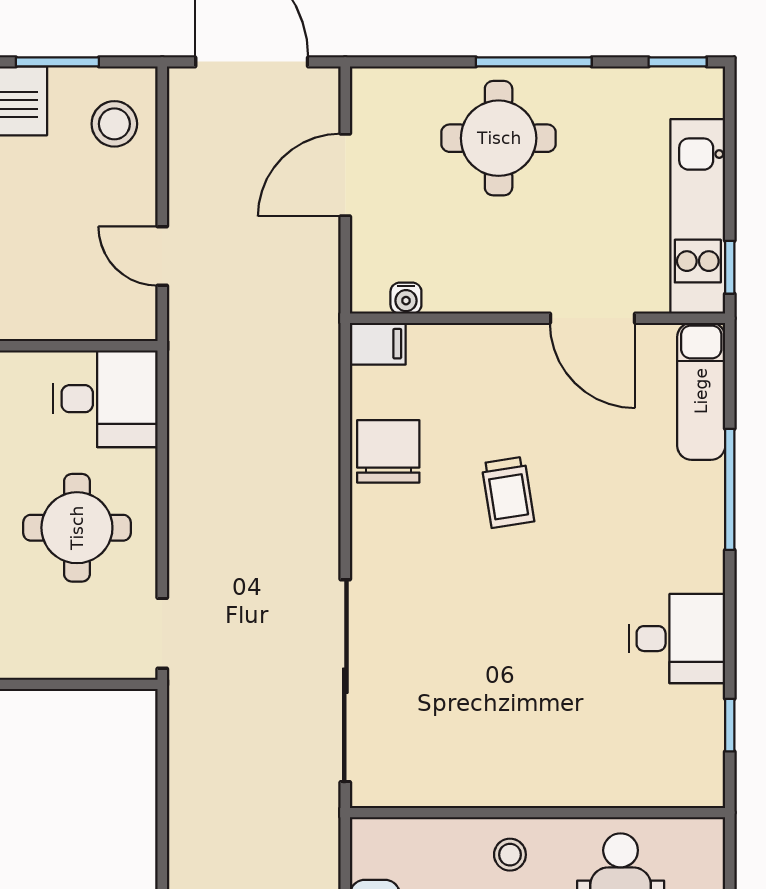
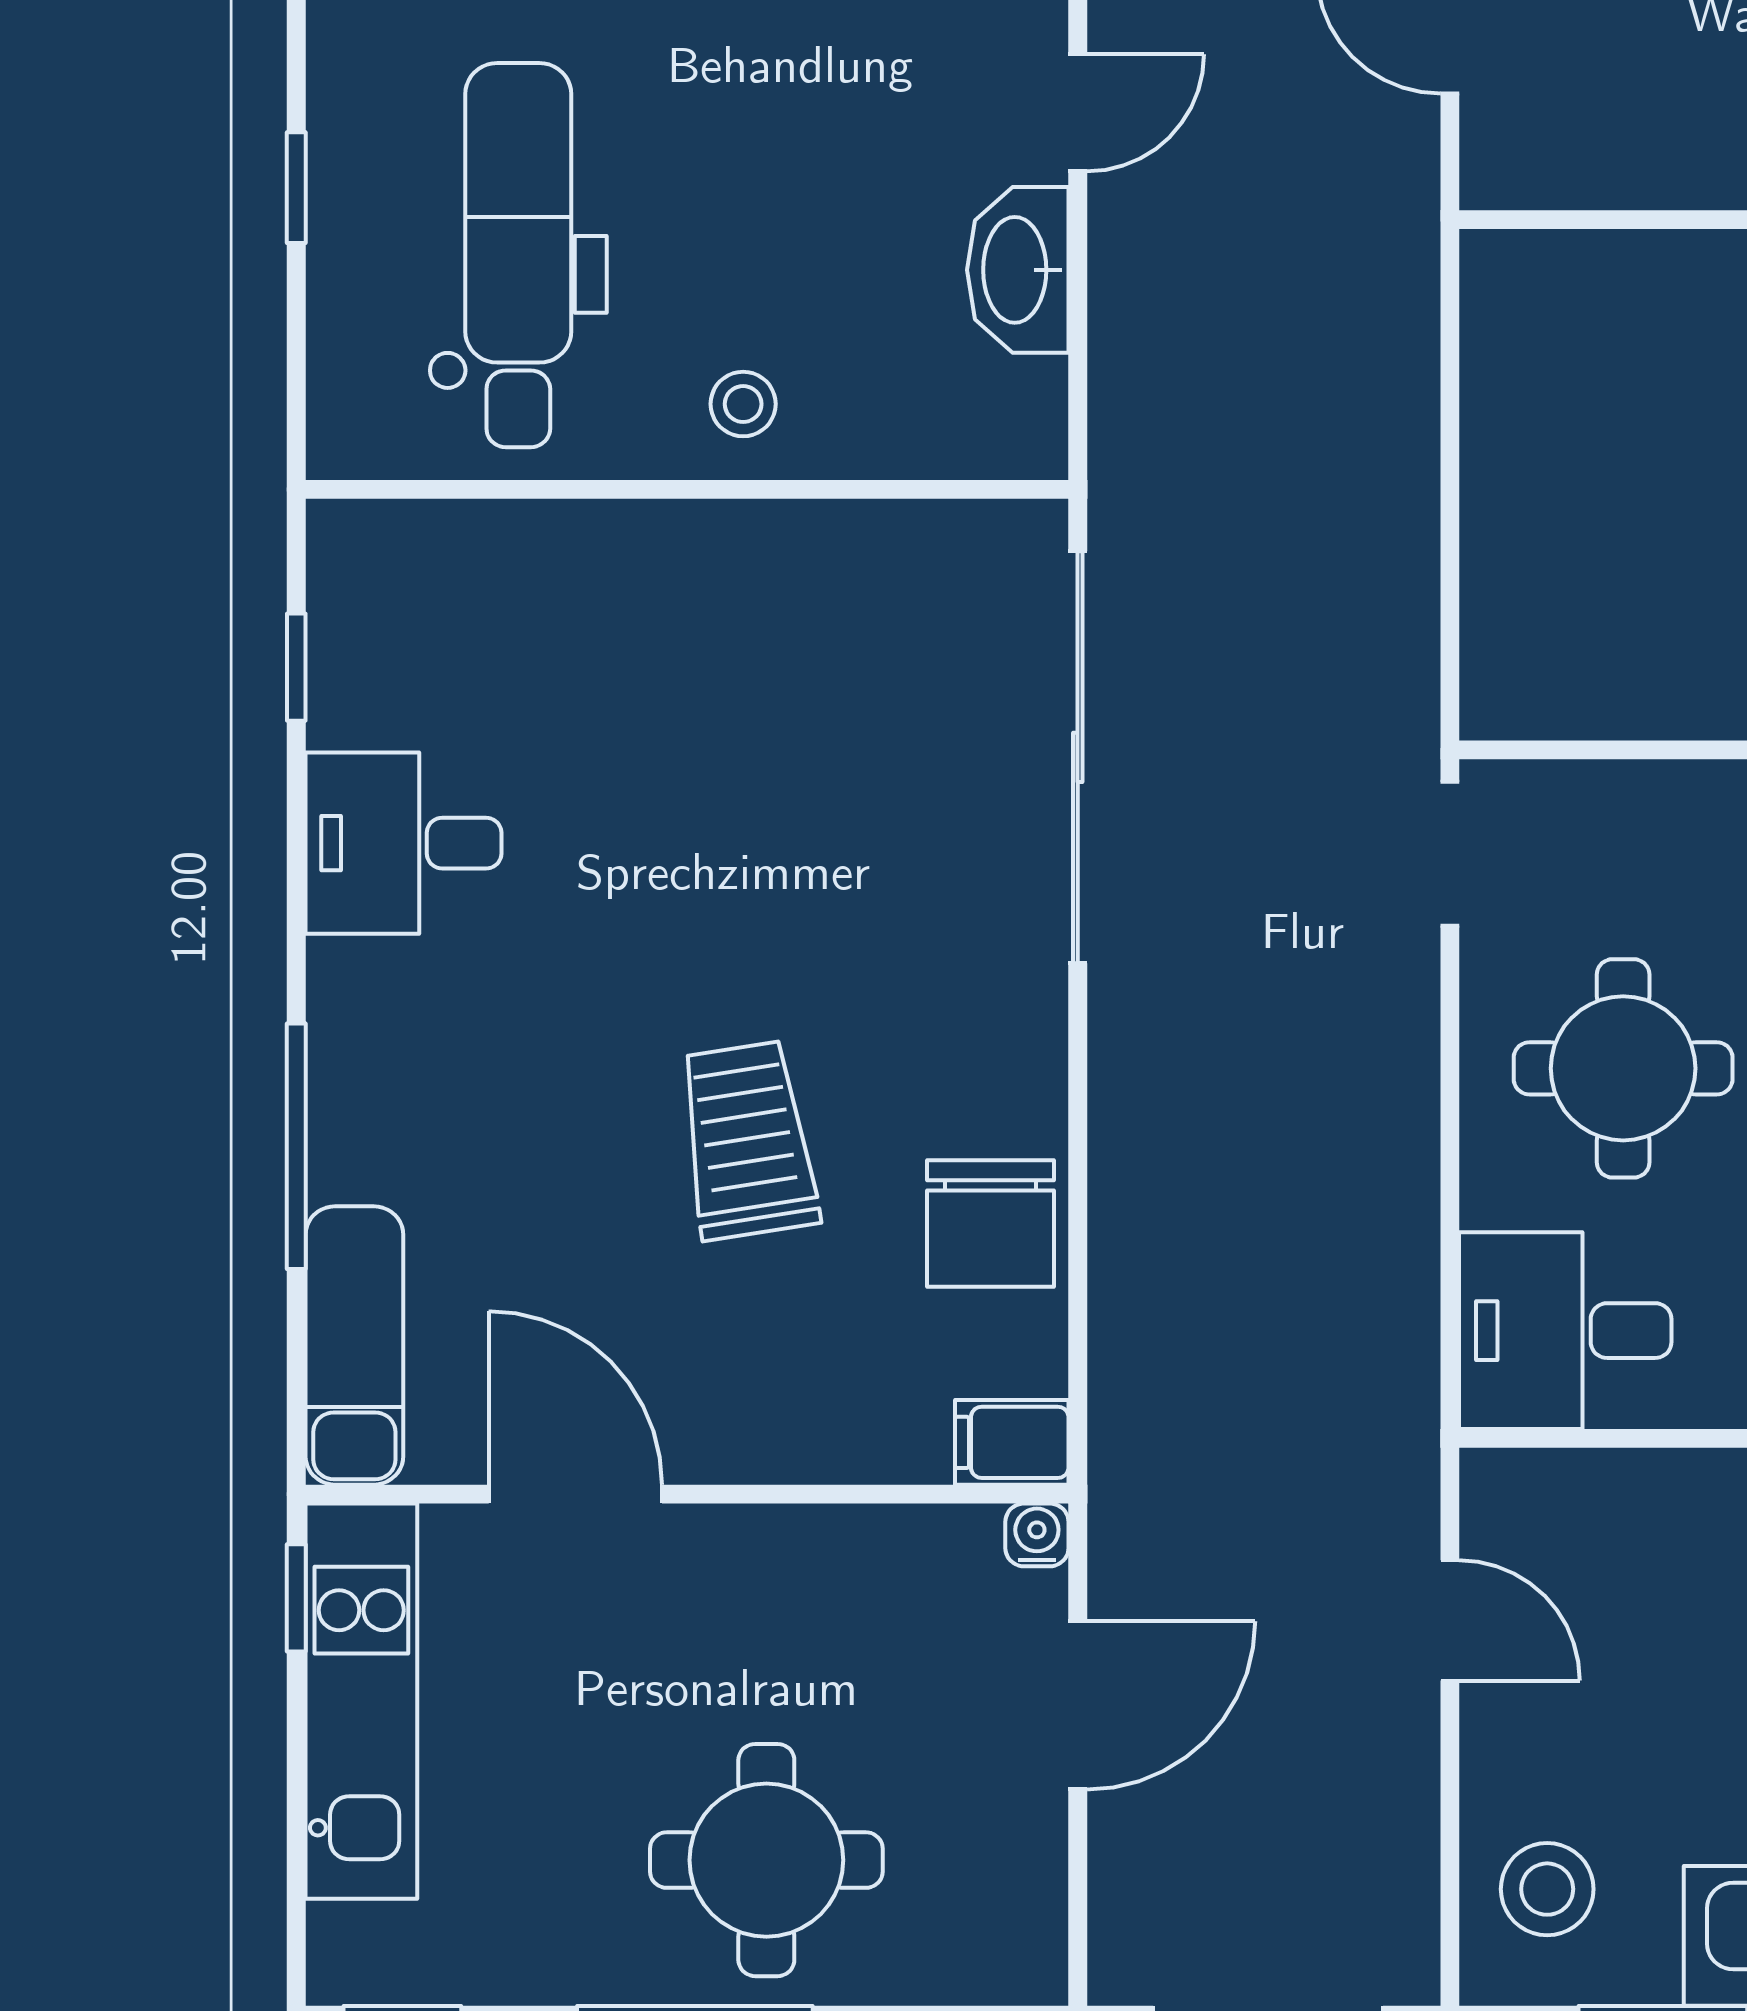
door: (345, 175) -> (1078, 1705), moved
water cooler: (406, 298) -> (1037, 1535), moved
trolley: (508, 492) -> (747, 1140), width x1.36, depth x1.39

